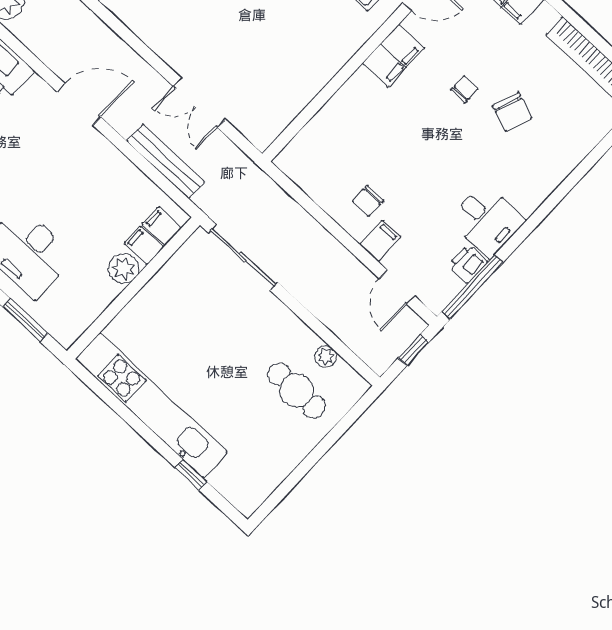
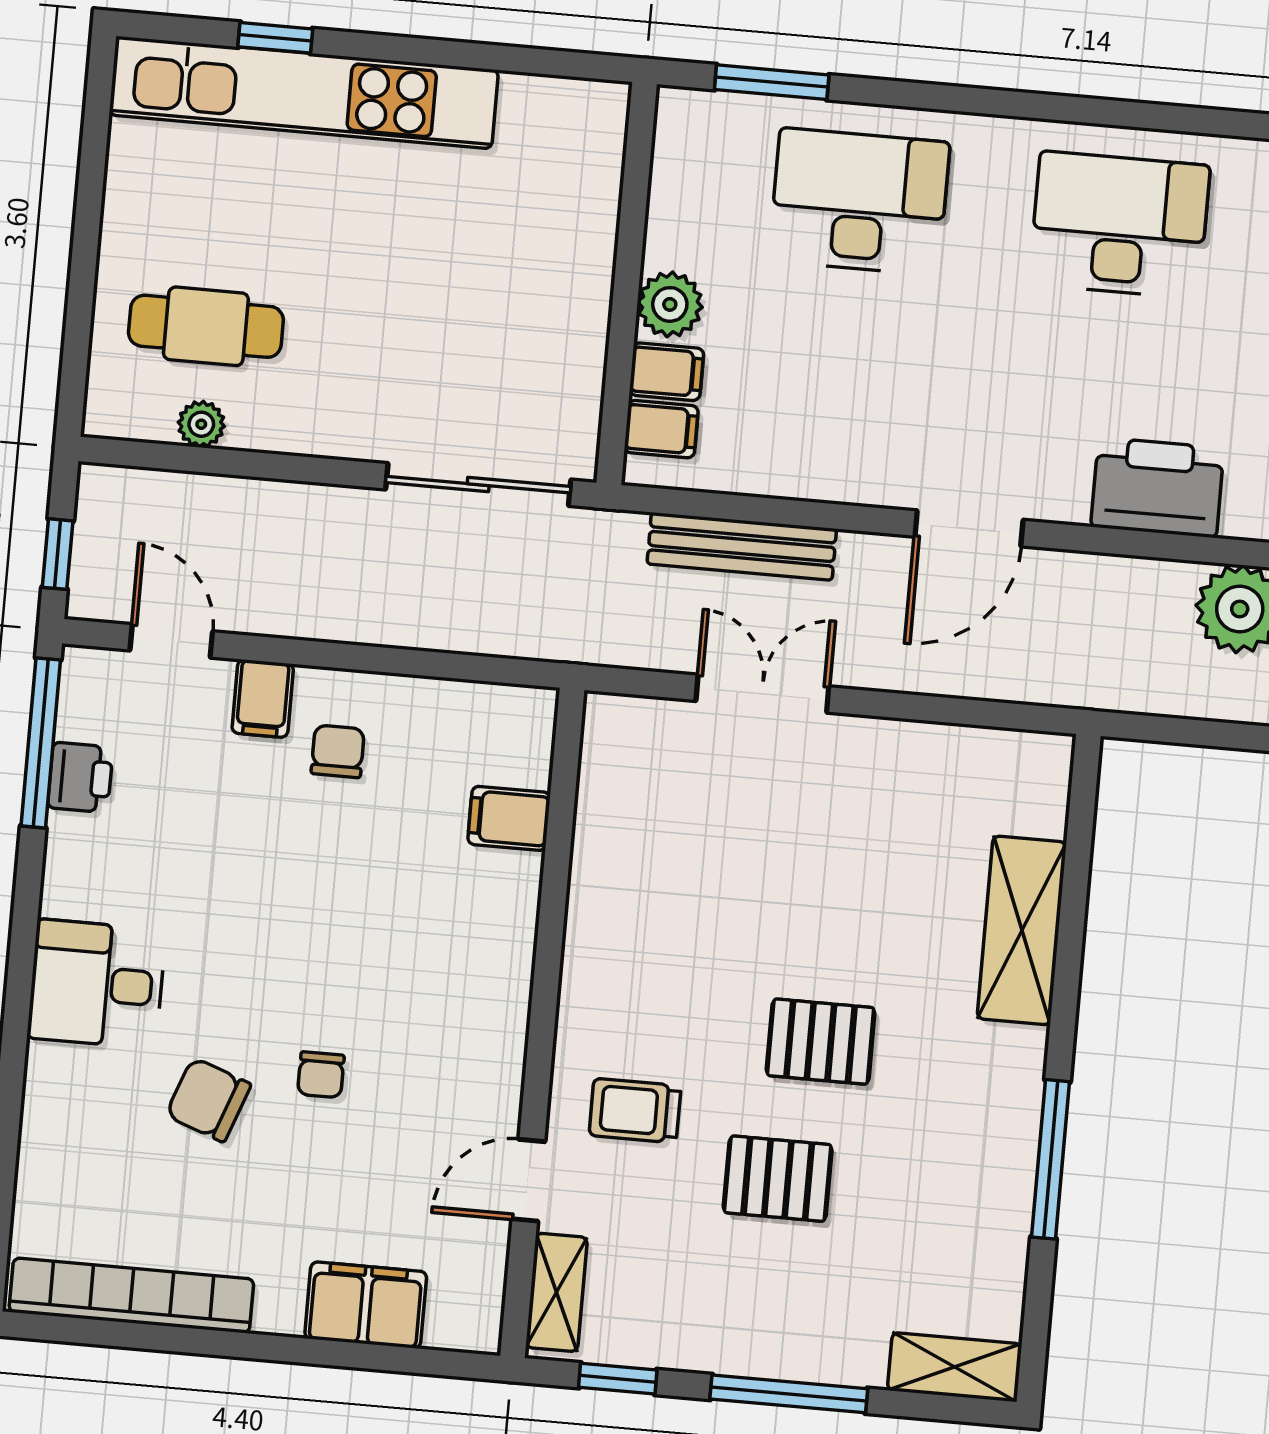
filing cabinet: (393, 56) -> (509, 818), moved, width x0.50
desk: (487, 220) -> (97, 984), moved
kitchen unit: (151, 405) -> (304, 92), moved

